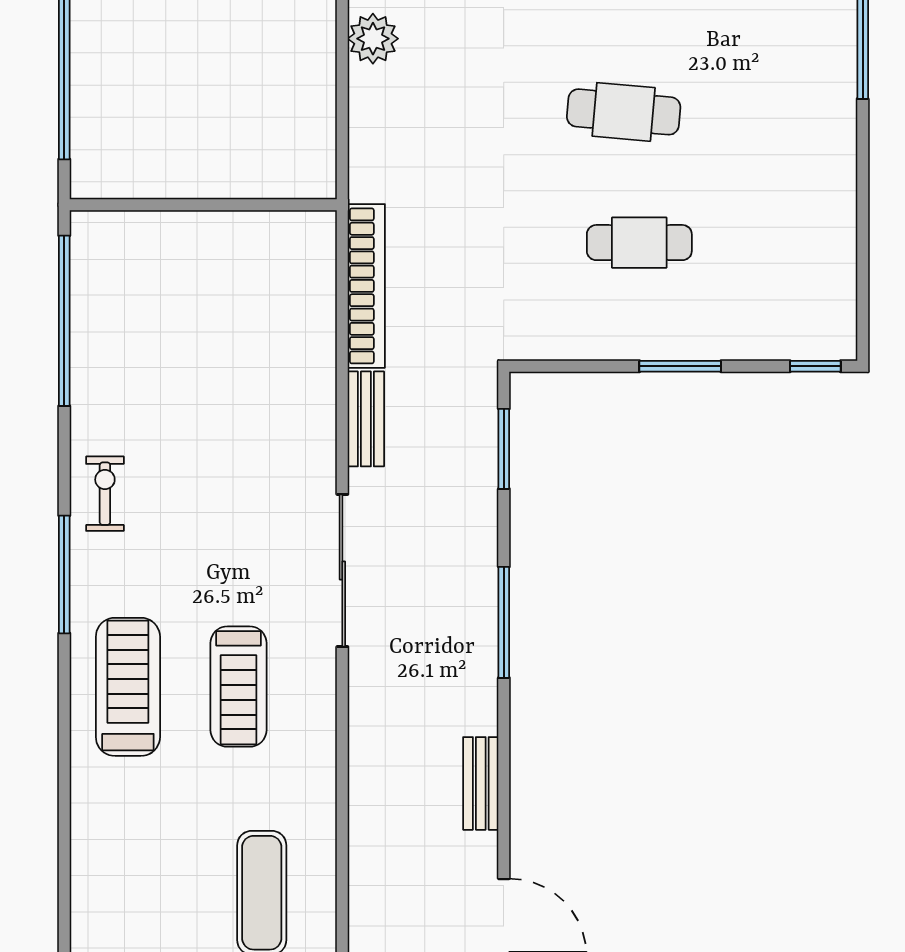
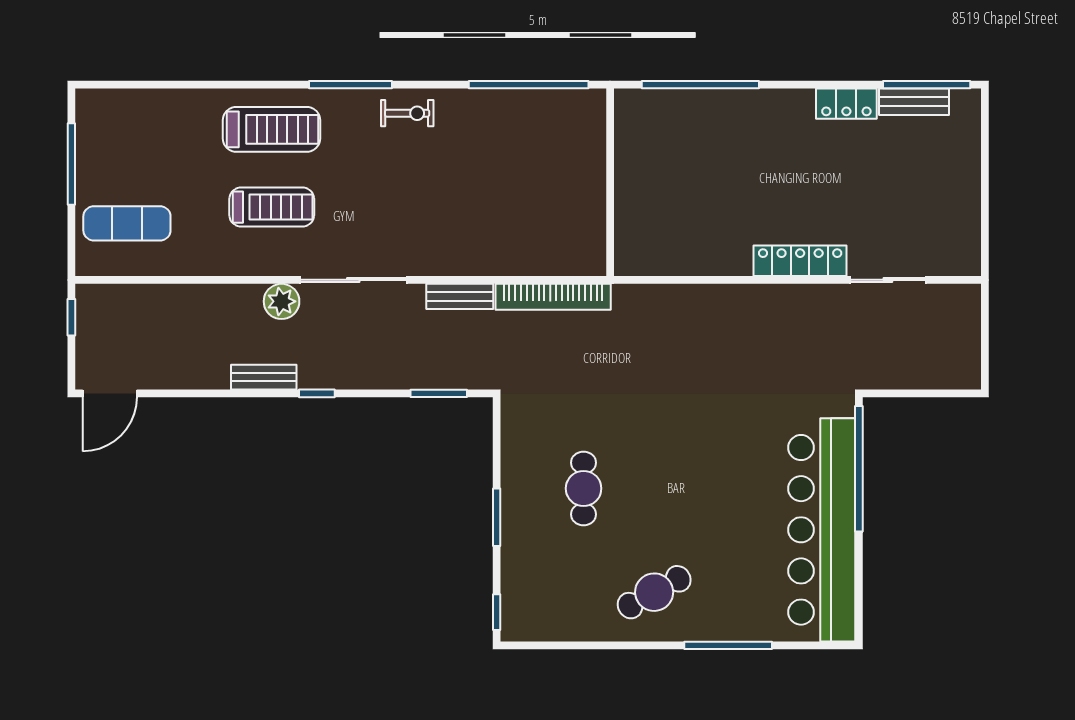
plant: (373, 39) -> (282, 301), moved
cafe table: (624, 112) -> (654, 592), moved, turned 56
window: (504, 622) -> (317, 393), width x0.46
treadmill: (239, 687) -> (272, 207), turned 180
bench: (481, 783) -> (264, 377), moved

